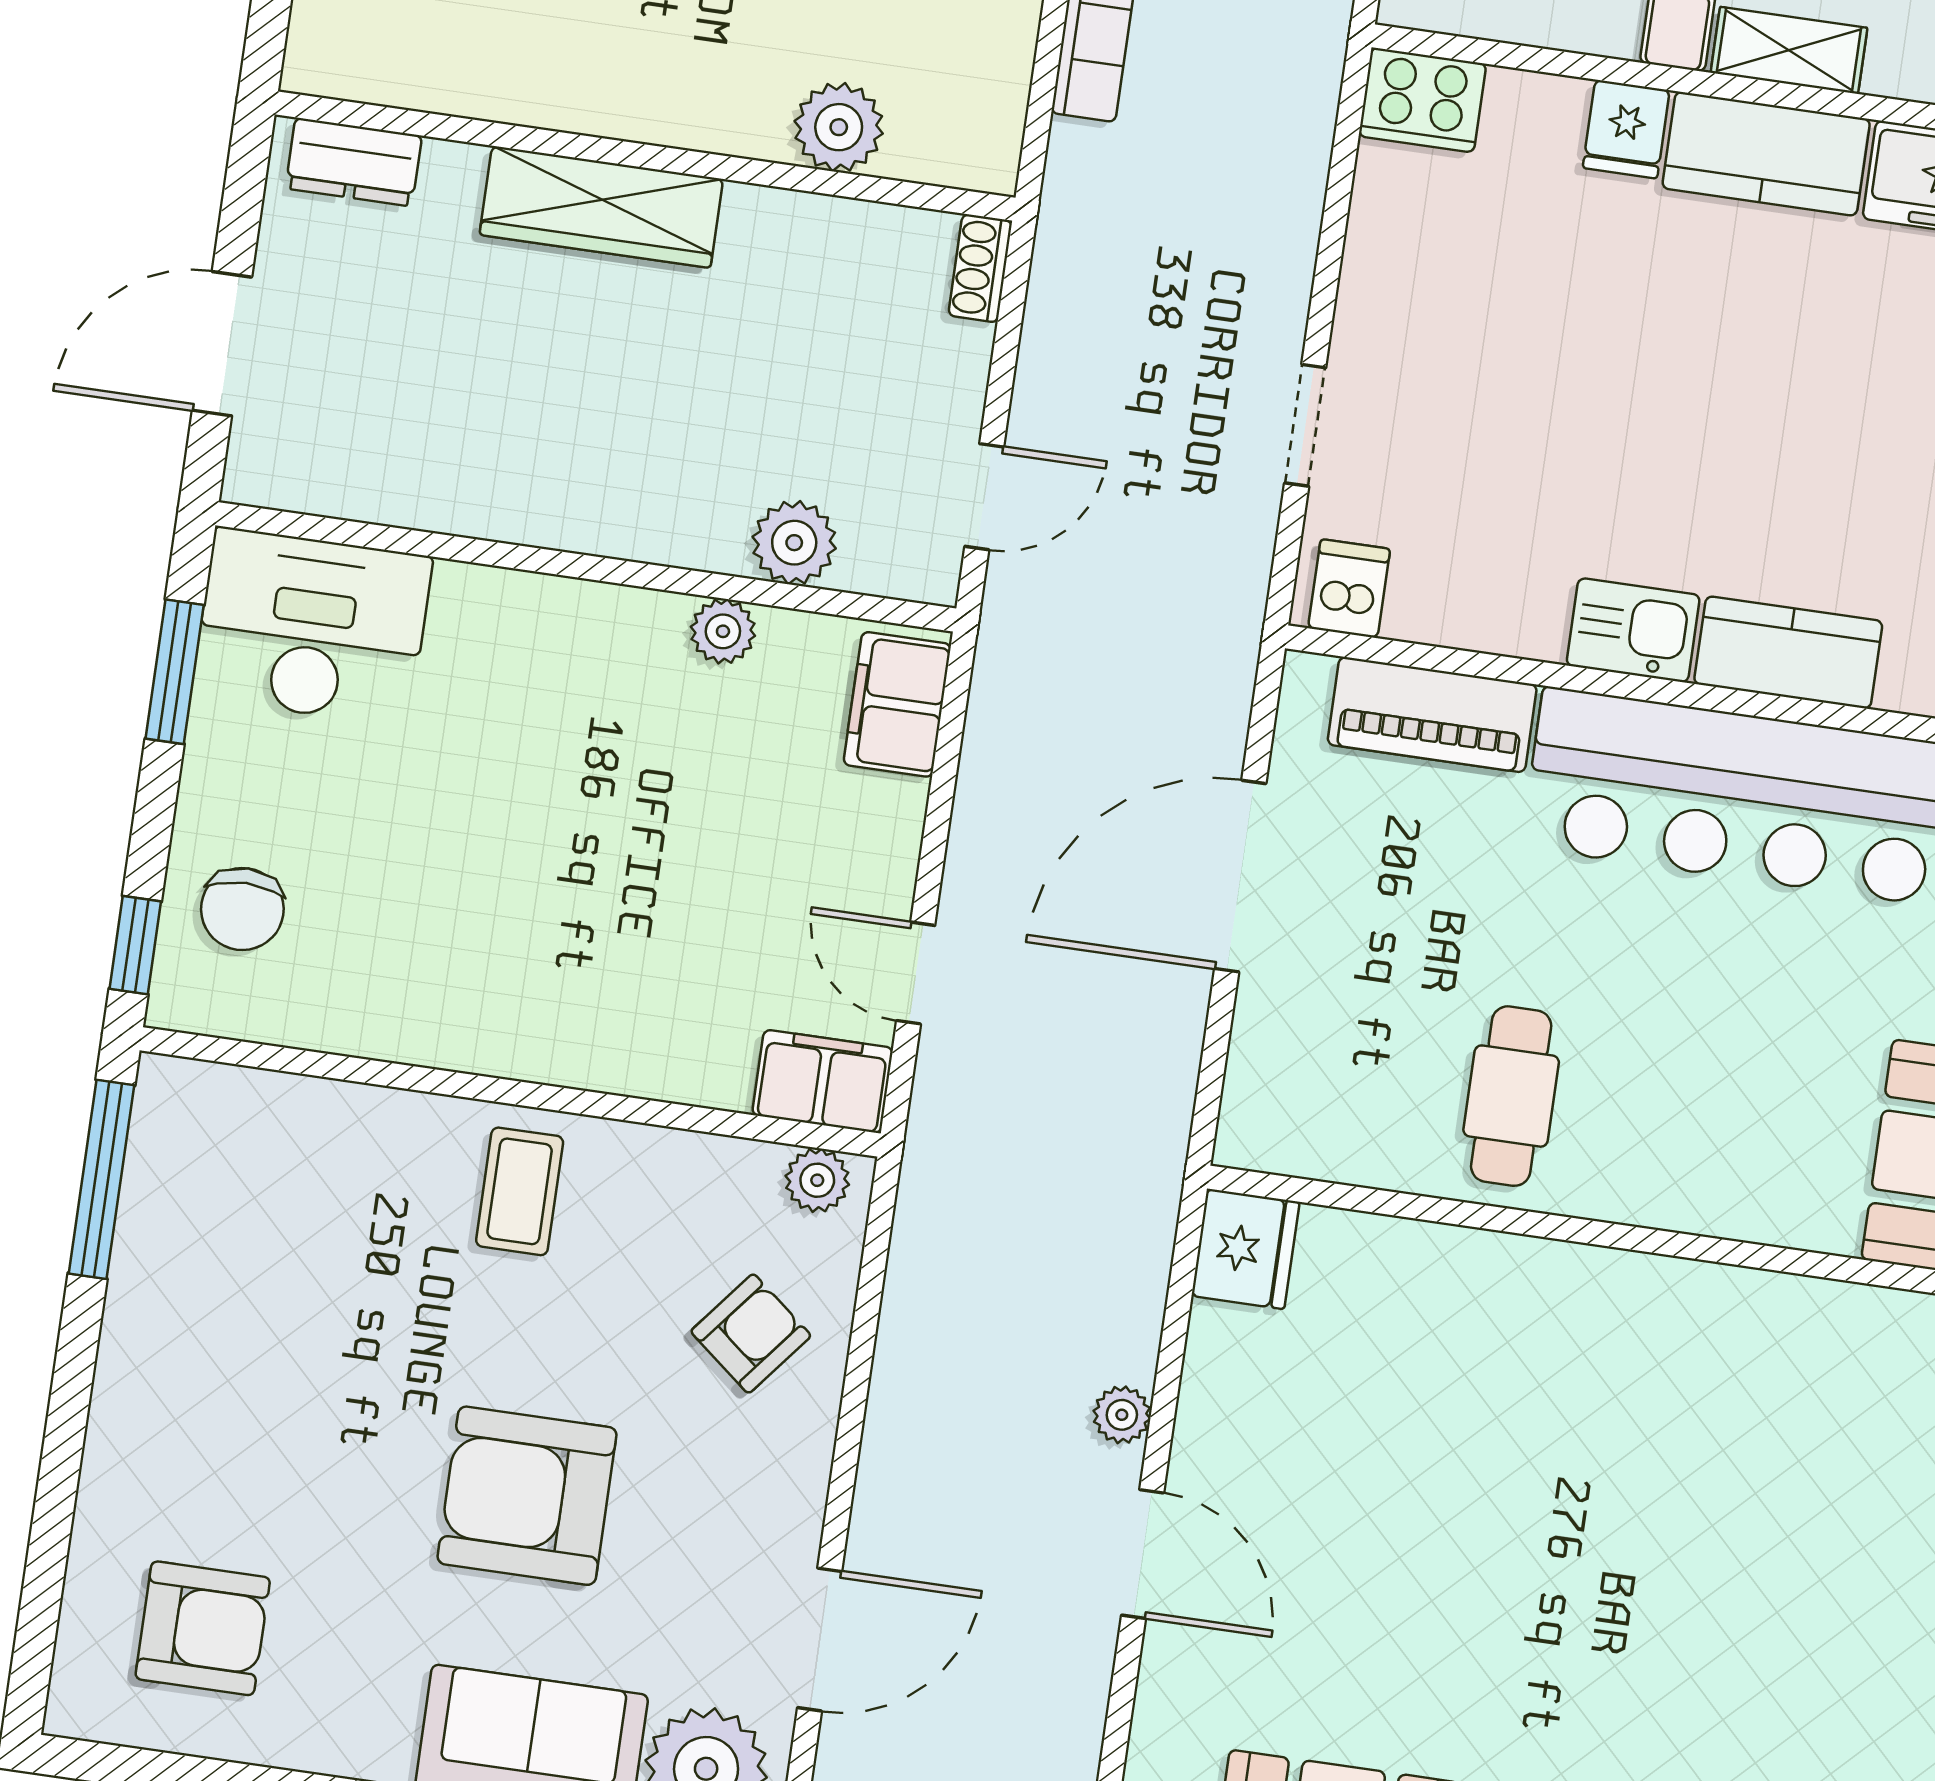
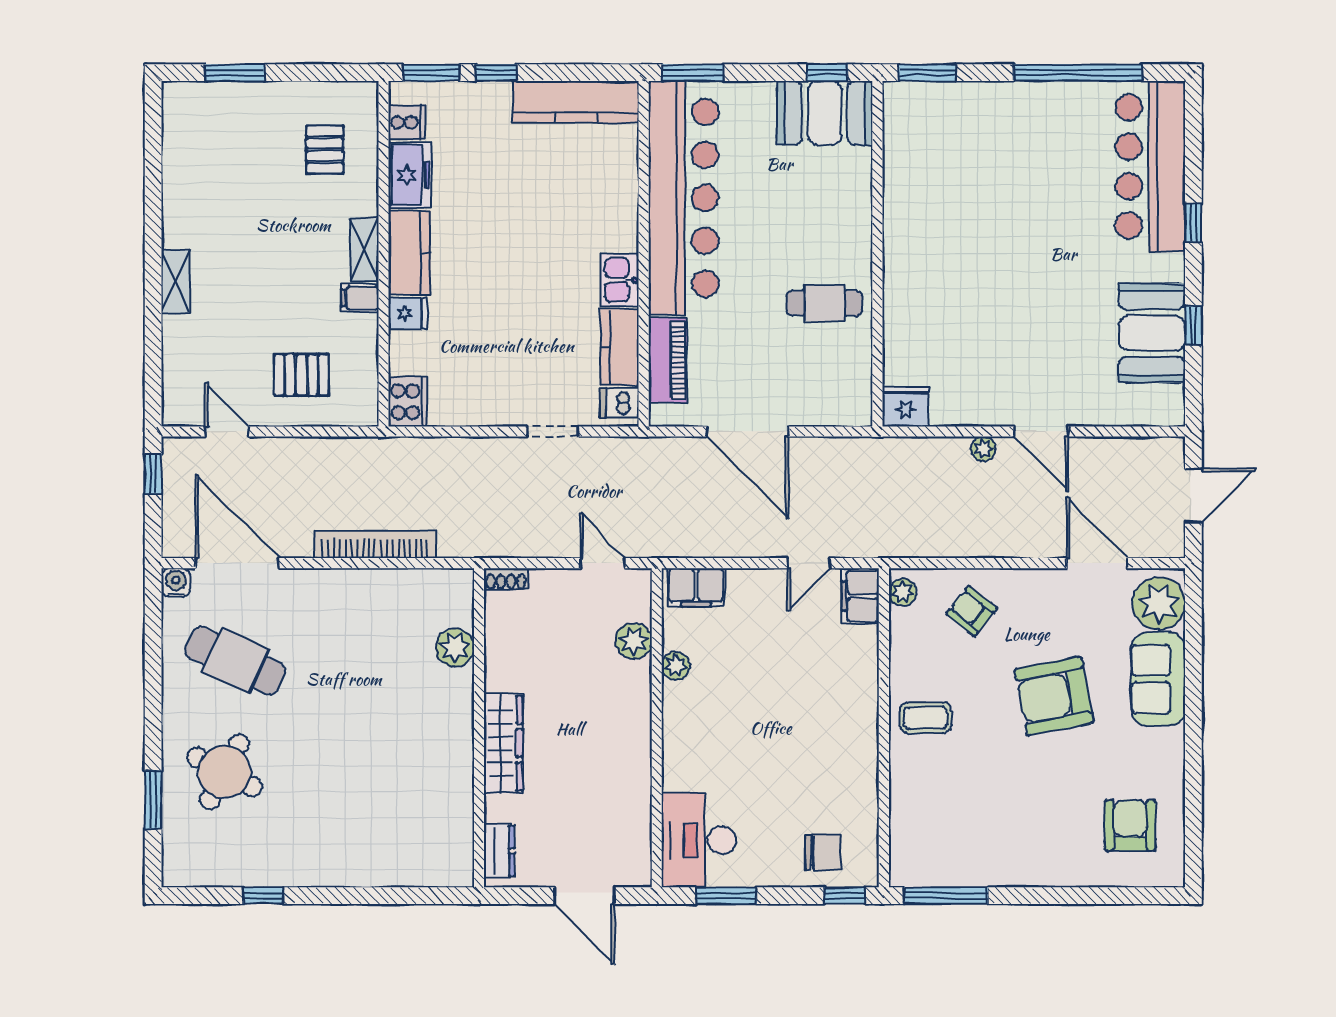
kitchen counter: (1788, 652) -> (620, 347), moved
armchair: (527, 1496) -> (1054, 696), turned 79
door: (1143, 1554) -> (1041, 431), swing flipped

